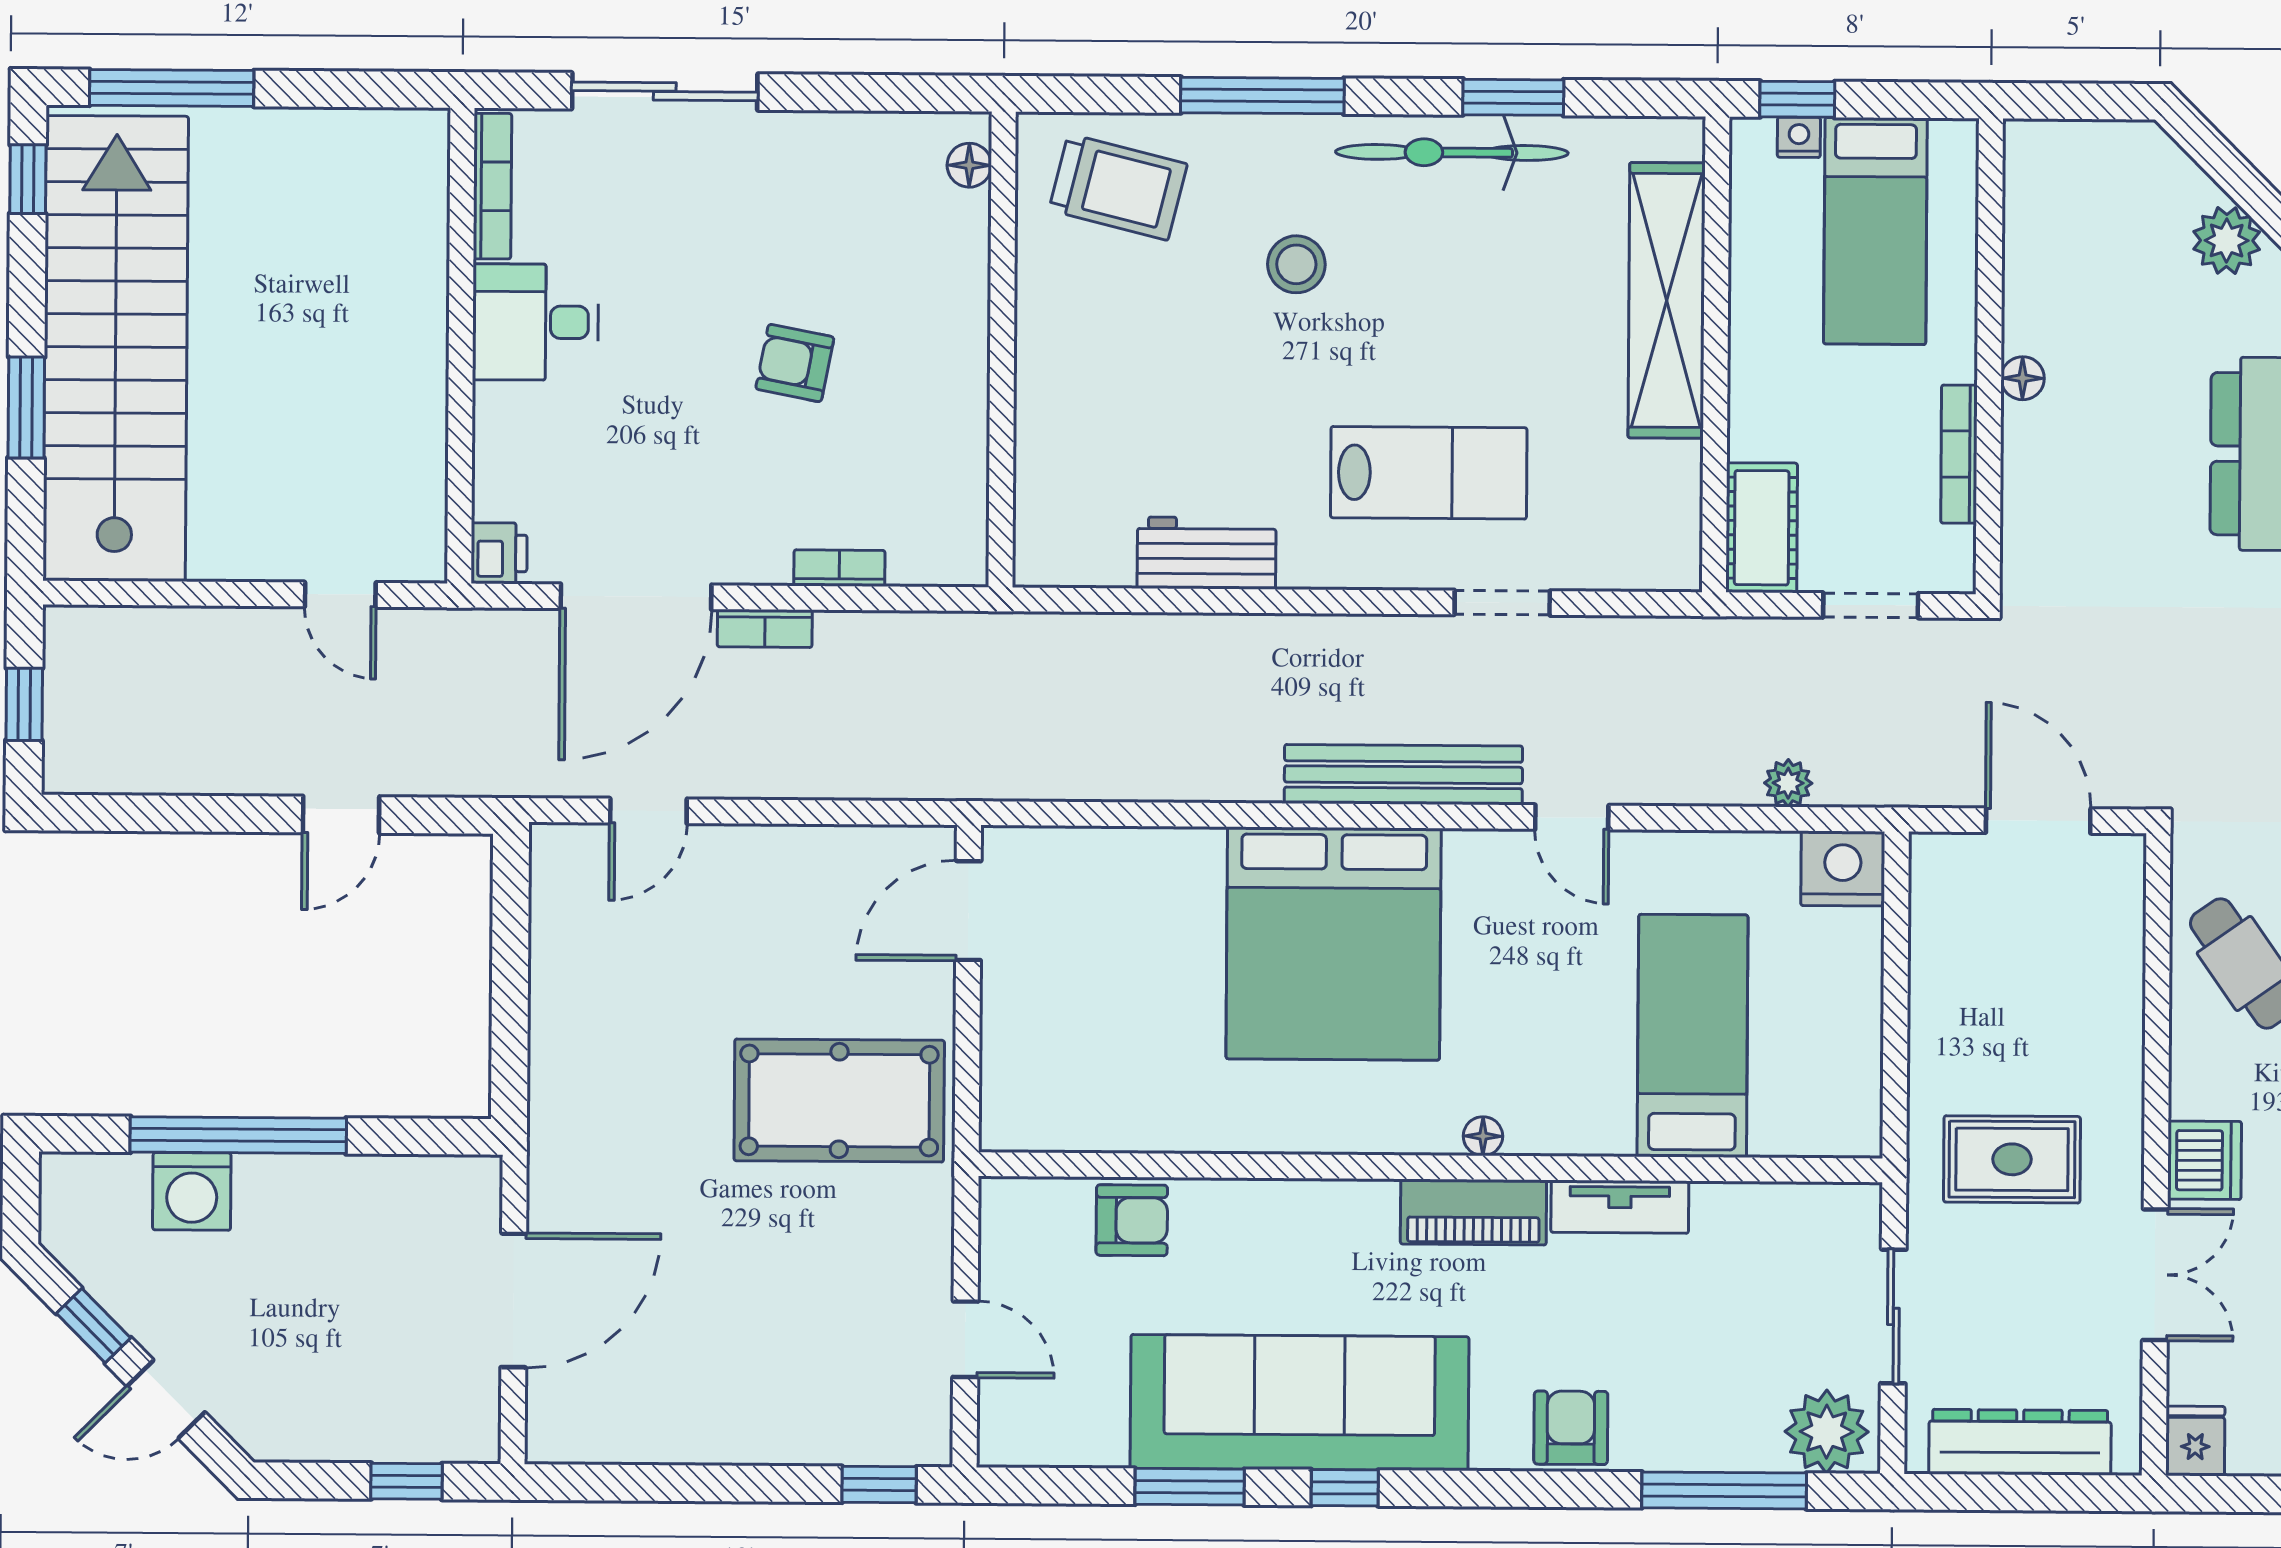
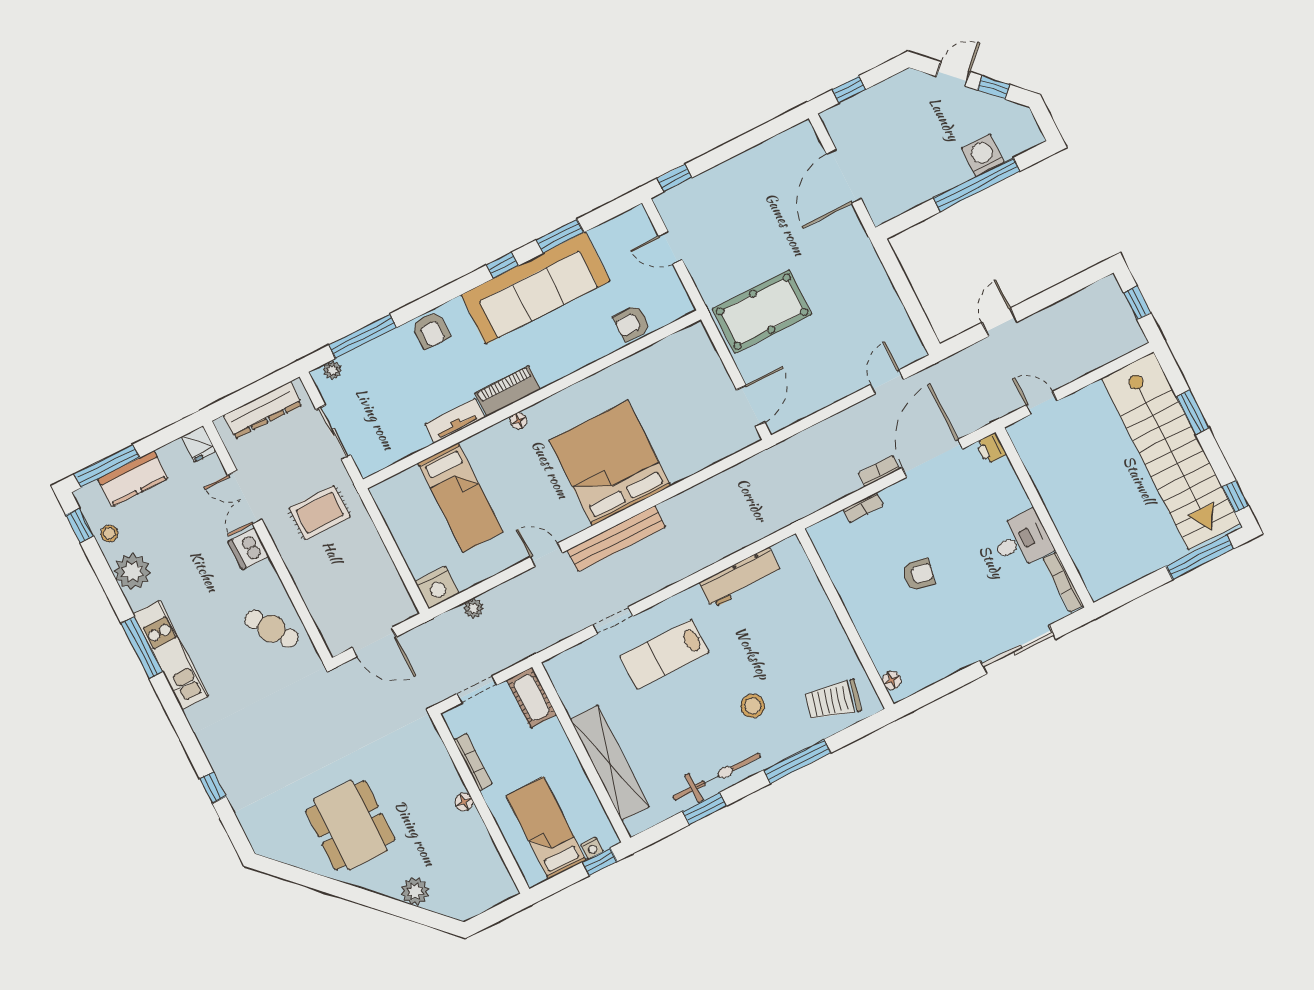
workbench: (1207, 553) -> (740, 578), width x1.37
plant: (1827, 1432) -> (332, 370), width x0.53, depth x0.53

